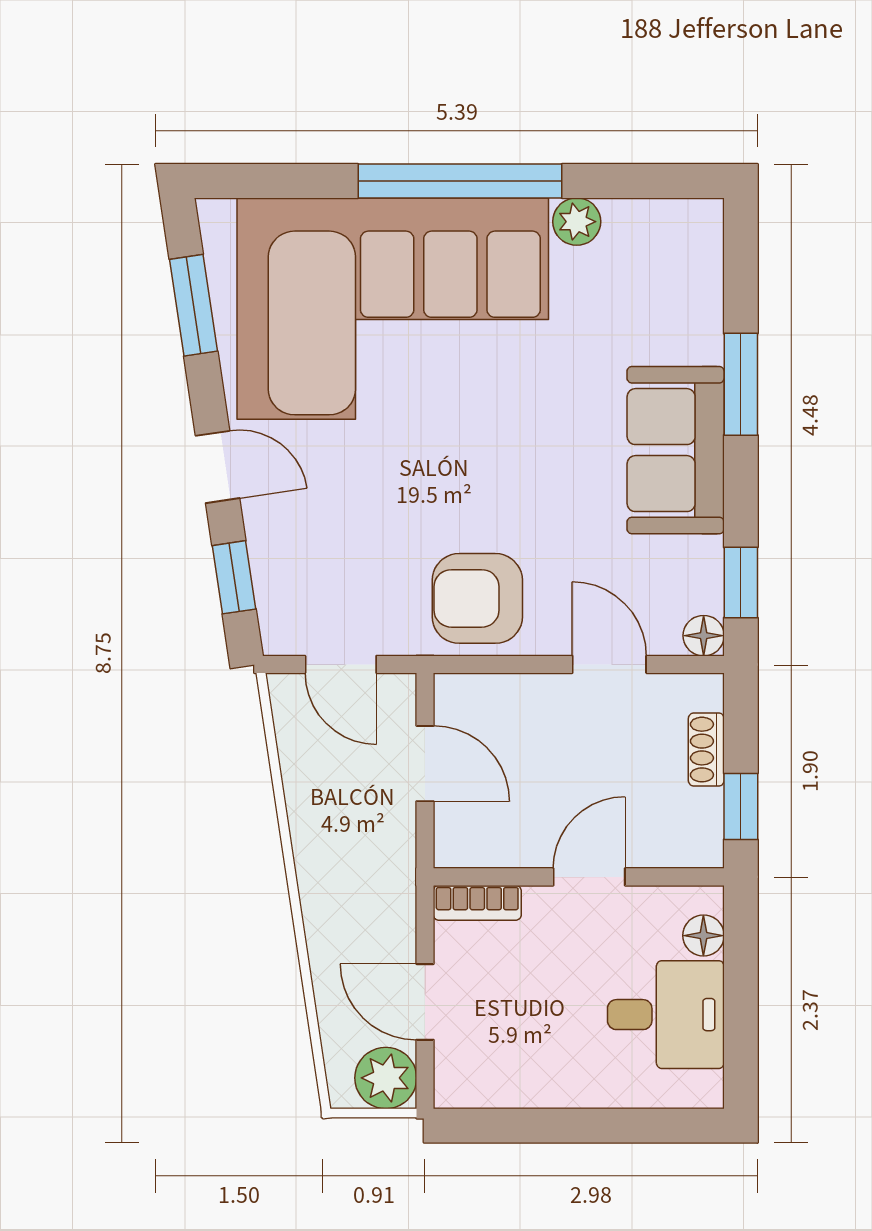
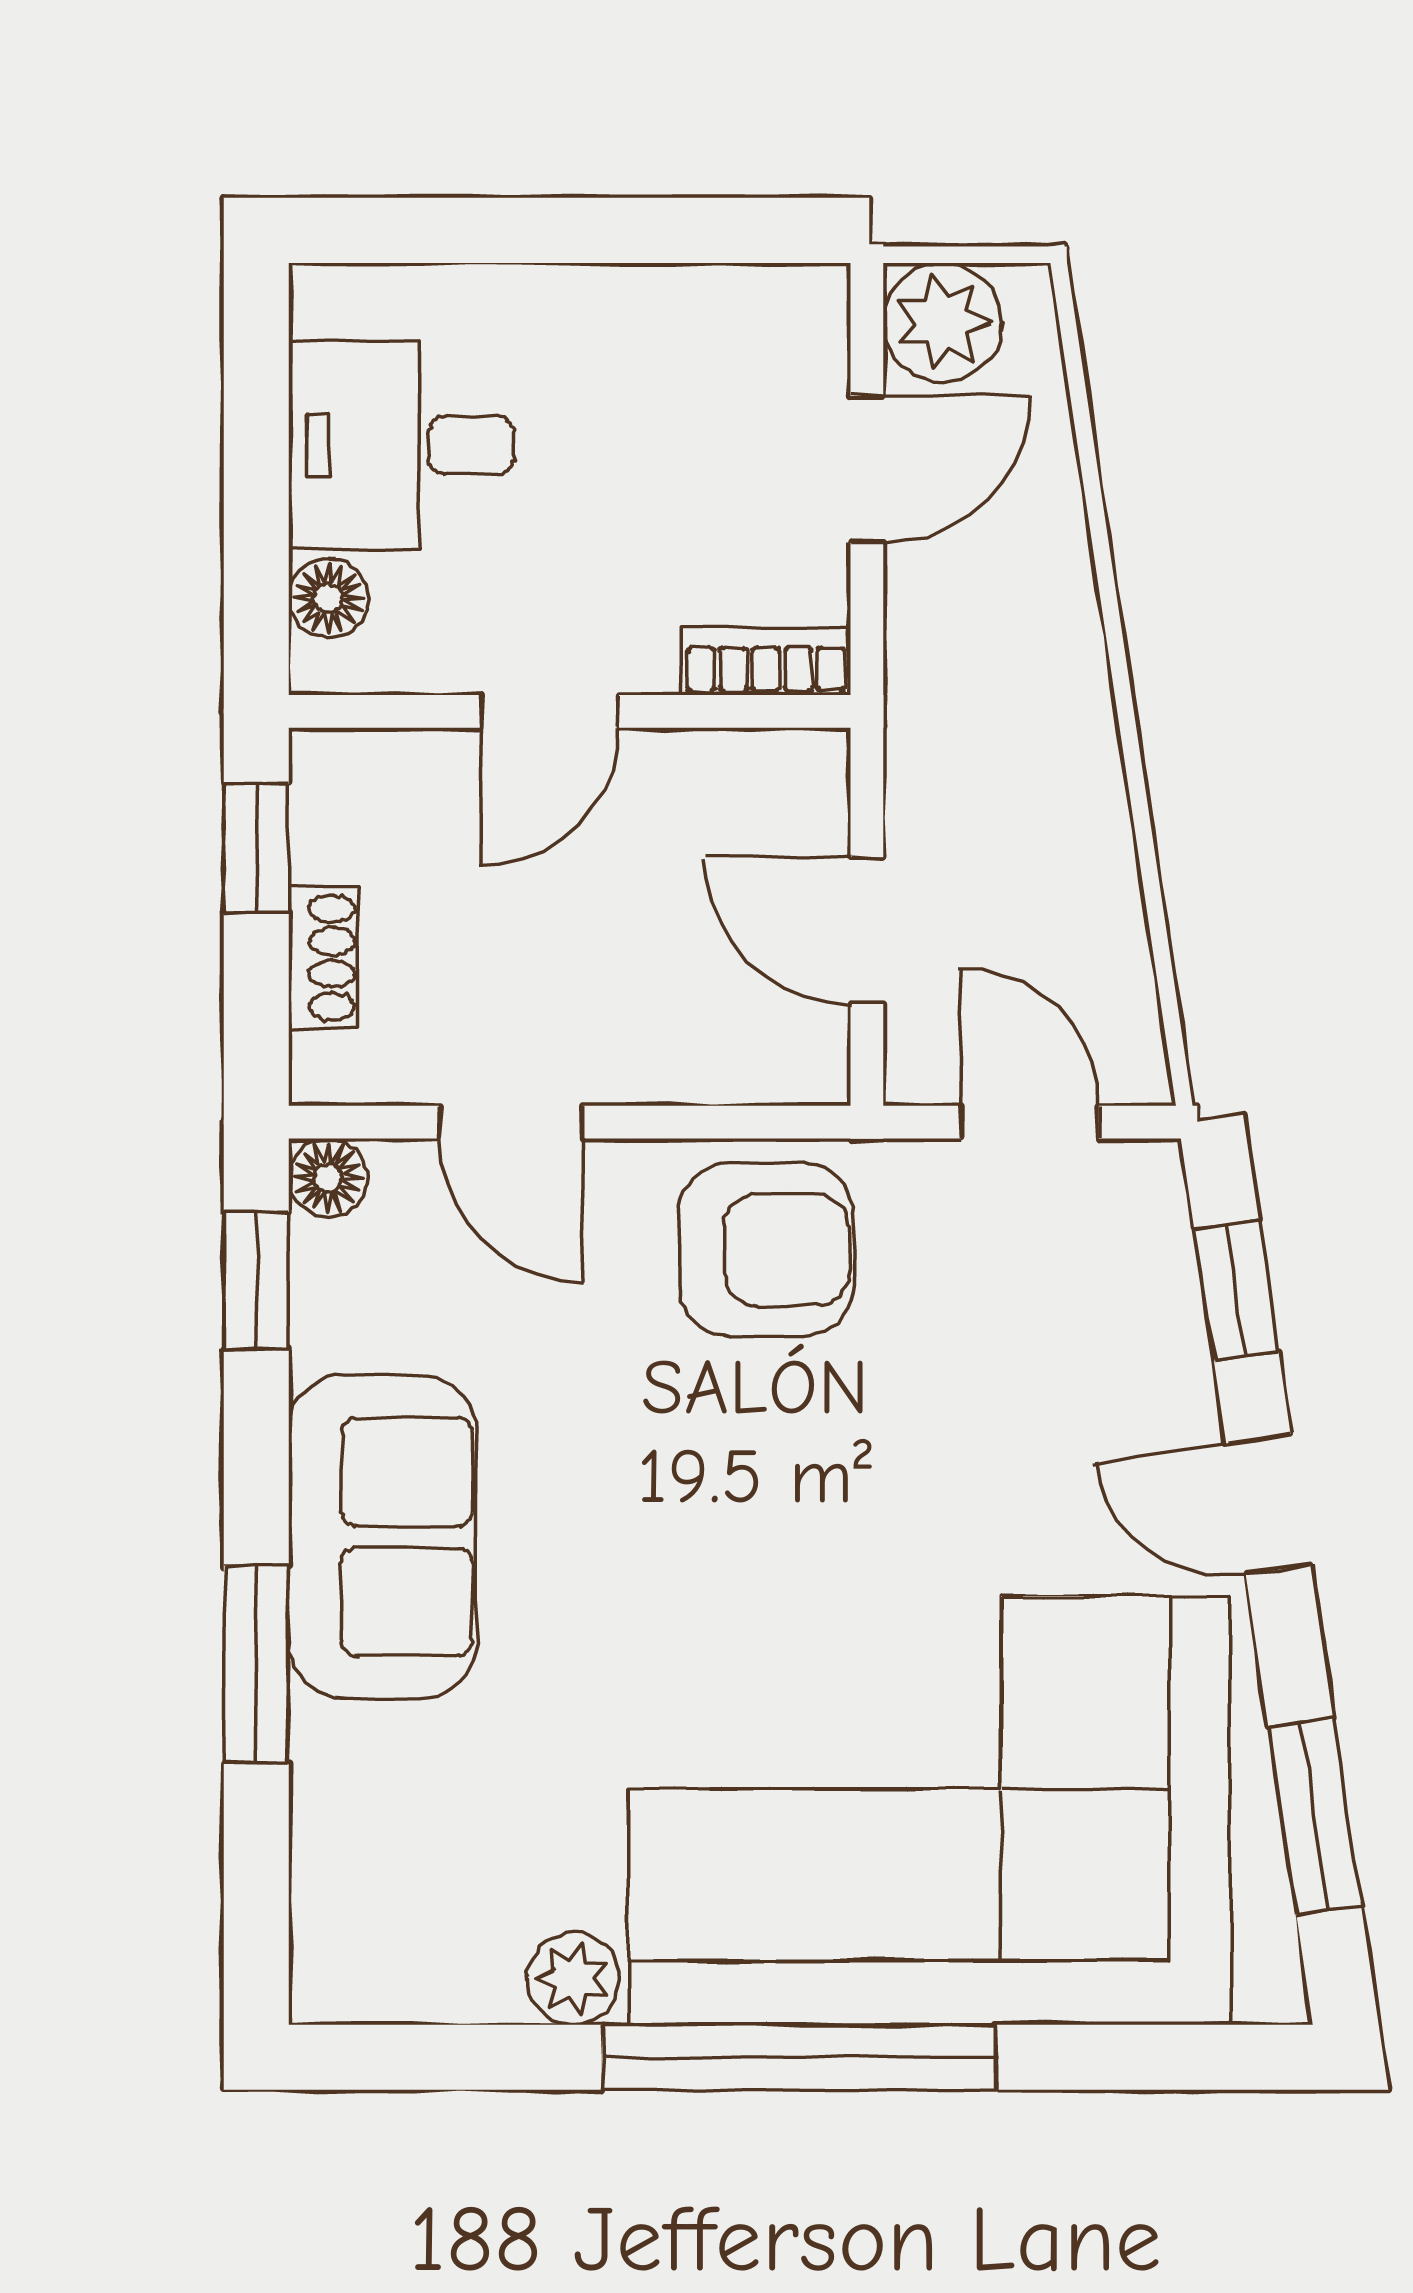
door: (425, 1002) -> (867, 469), hinge flipped

